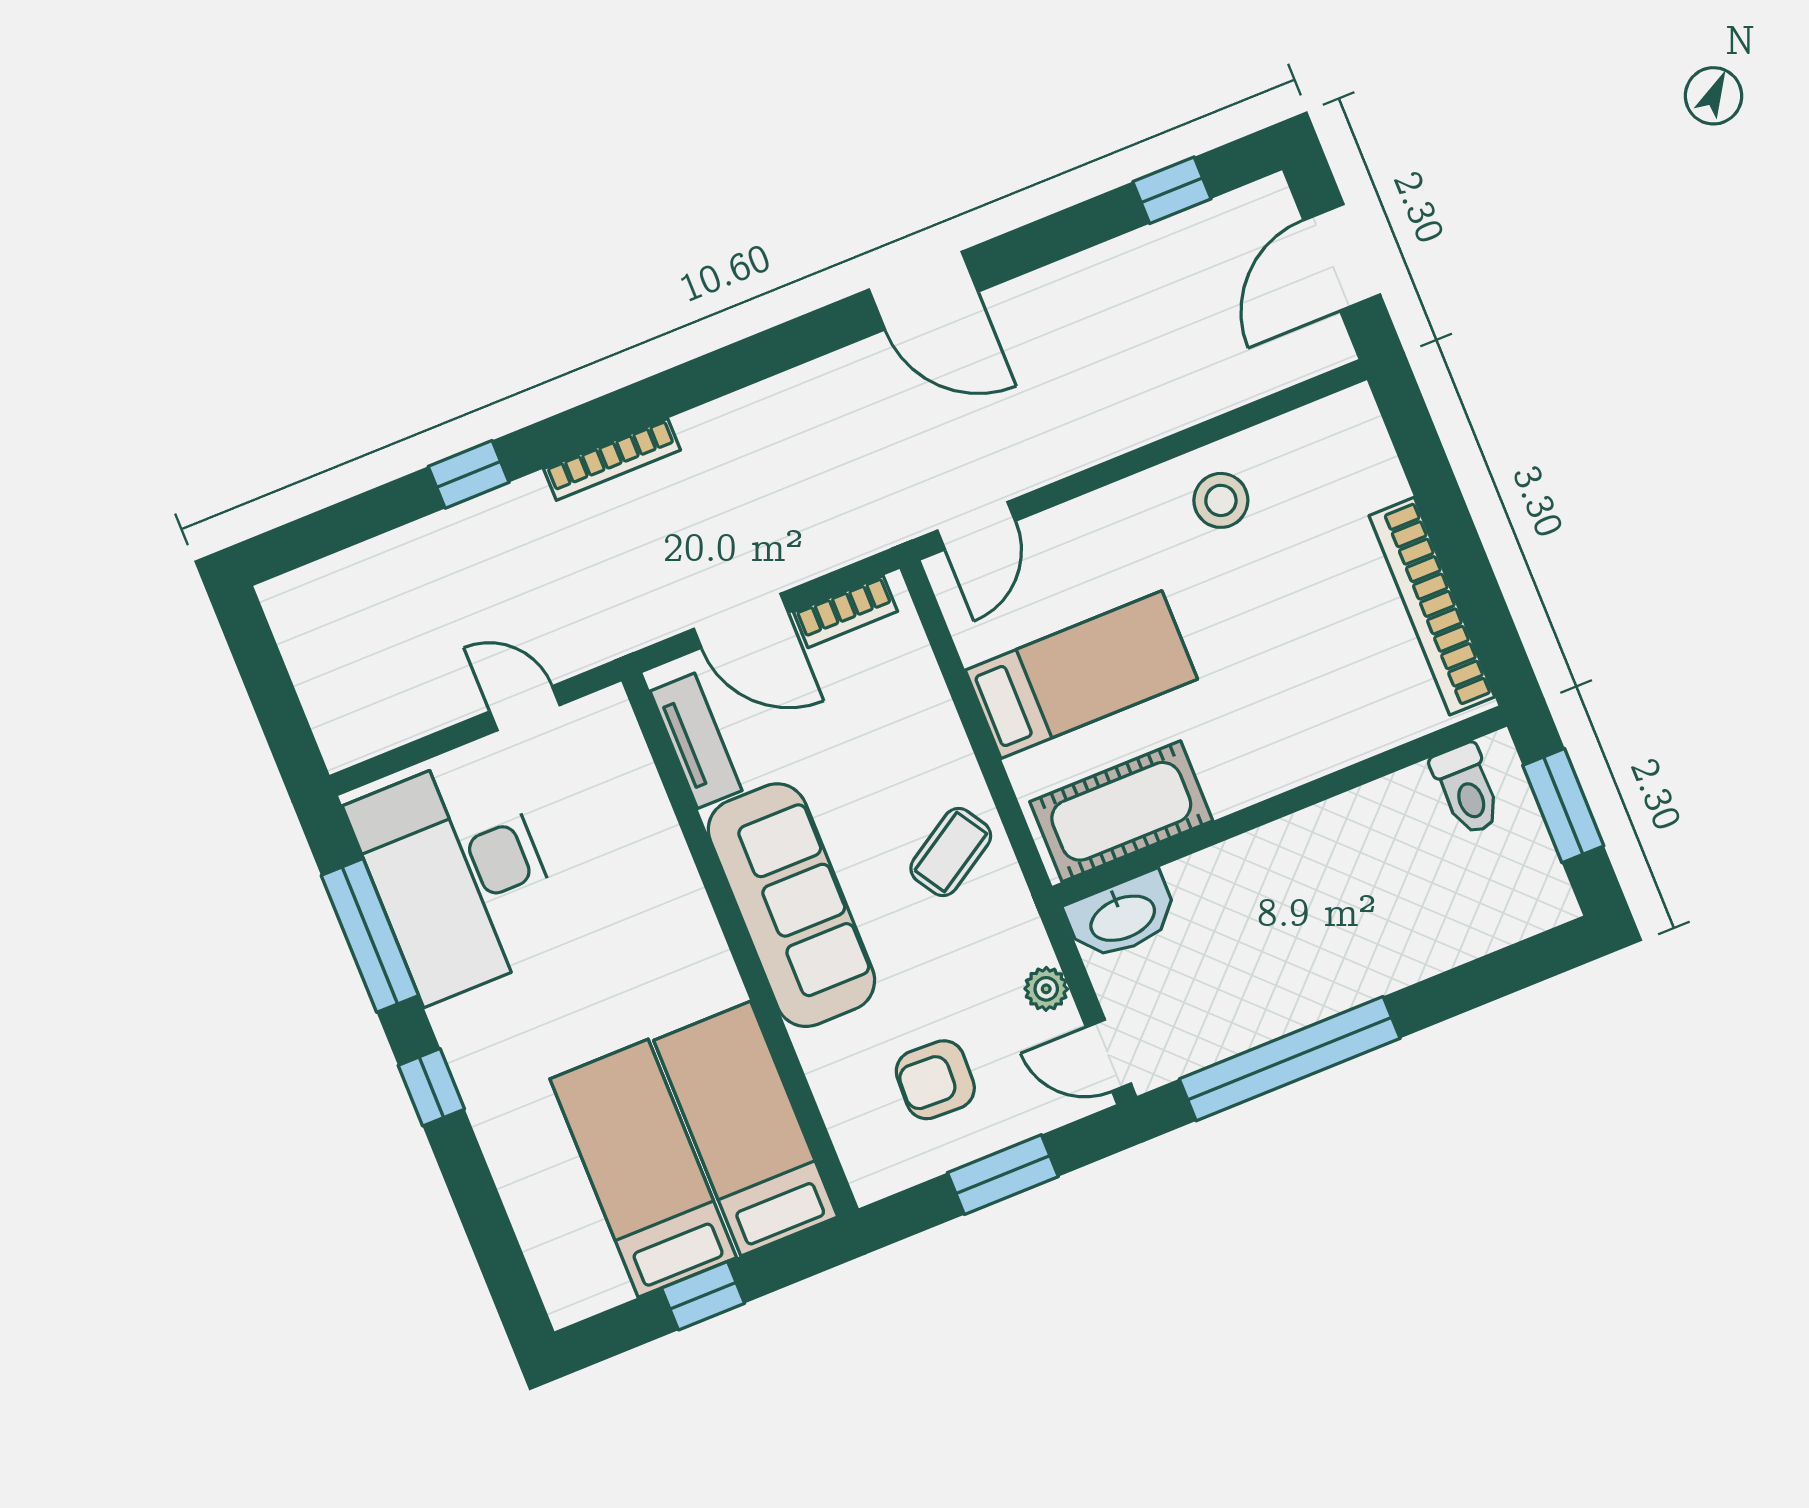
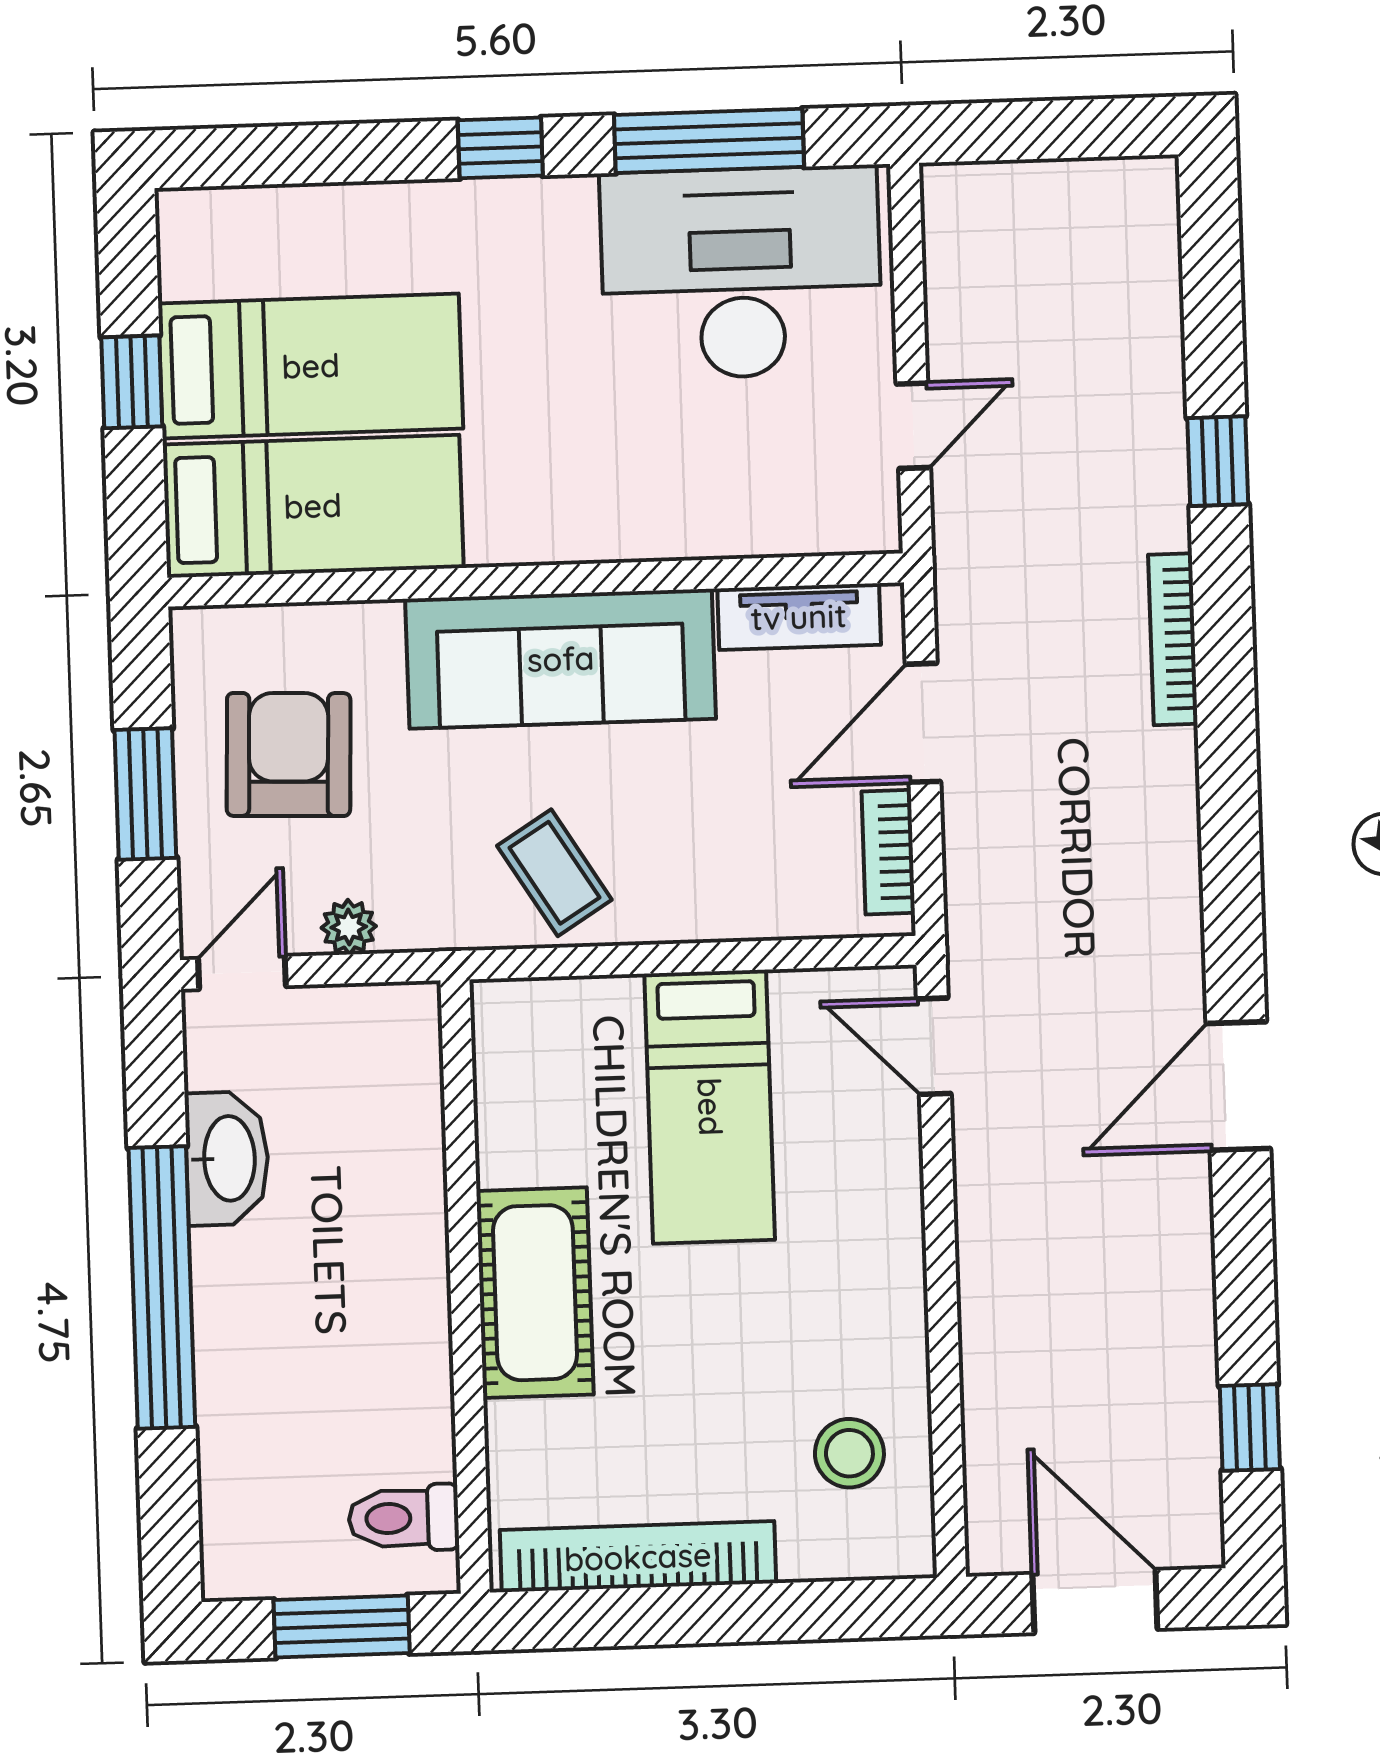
stool: (1221, 500) -> (849, 1453), moved
cot: (1121, 811) -> (535, 1293), moved
washbasin: (1122, 916) -> (227, 1158), moved, turned 180
window: (1290, 1059) -> (162, 1287), moved
armchair: (935, 1080) -> (289, 754), width x1.38, depth x1.38

